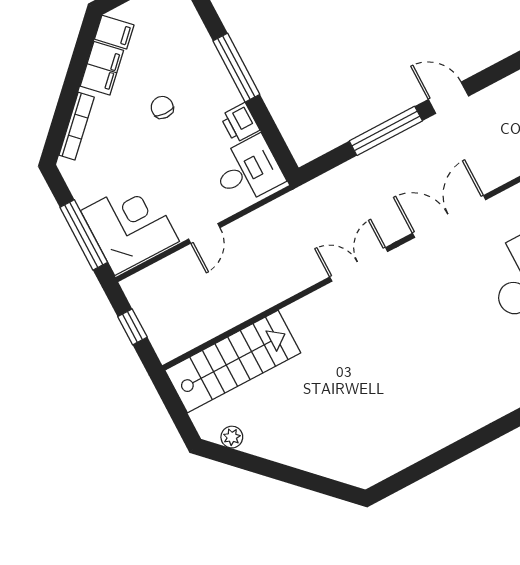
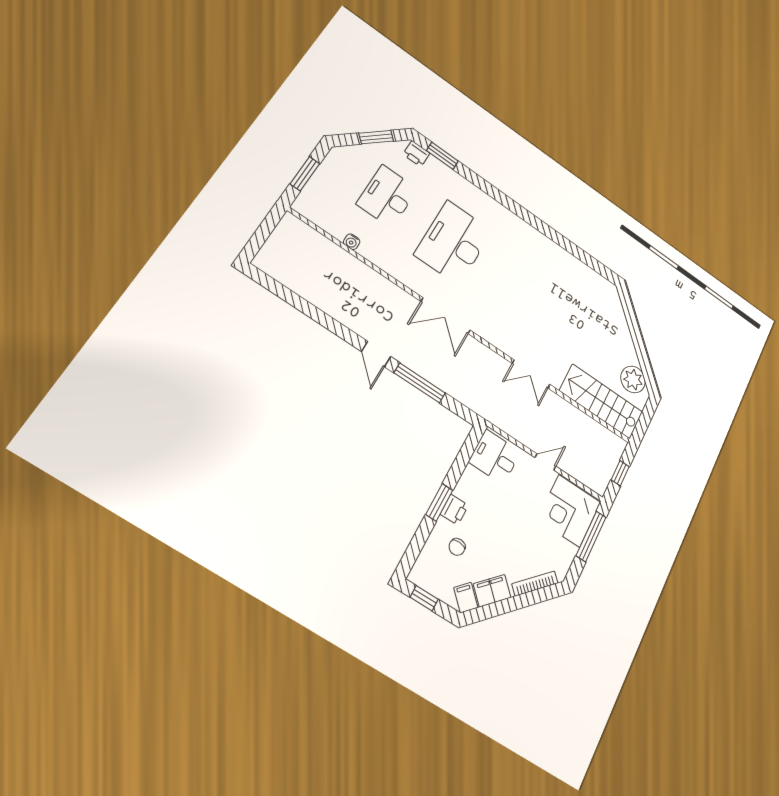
window: (236, 68) -> (439, 502), width x0.69
chair: (162, 107) -> (457, 547), moved
printer: (240, 123) -> (454, 510), moved
double door: (359, 264) -> (531, 374), moved
plant: (232, 437) -> (633, 379), width x1.88, depth x1.88

